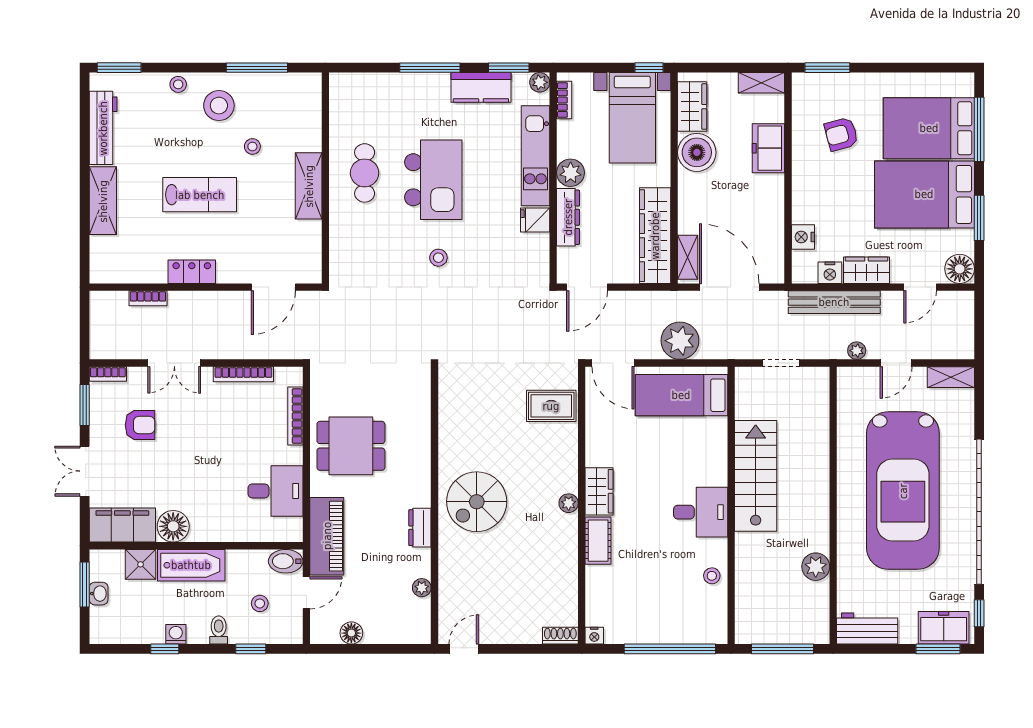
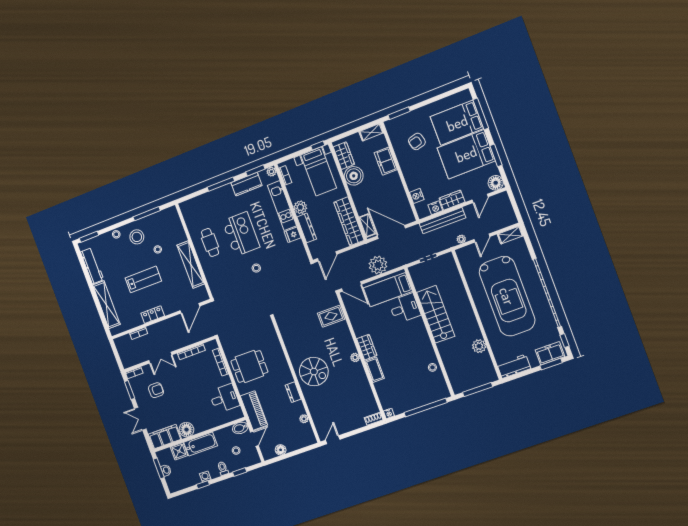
shelving: (309, 186) -> (191, 264), width x1.47
shelving: (103, 201) -> (106, 305), width x1.47
spiral stairs: (477, 502) -> (314, 372), turned -90
desk: (701, 512) -> (405, 308), moved

